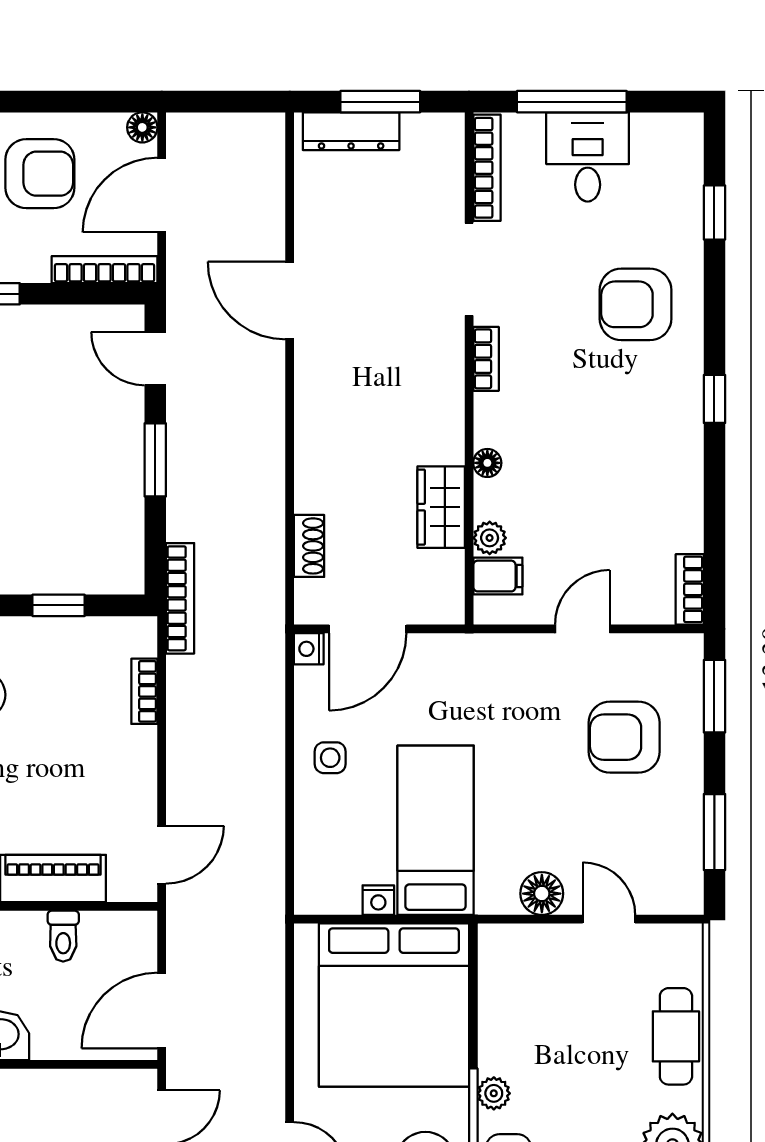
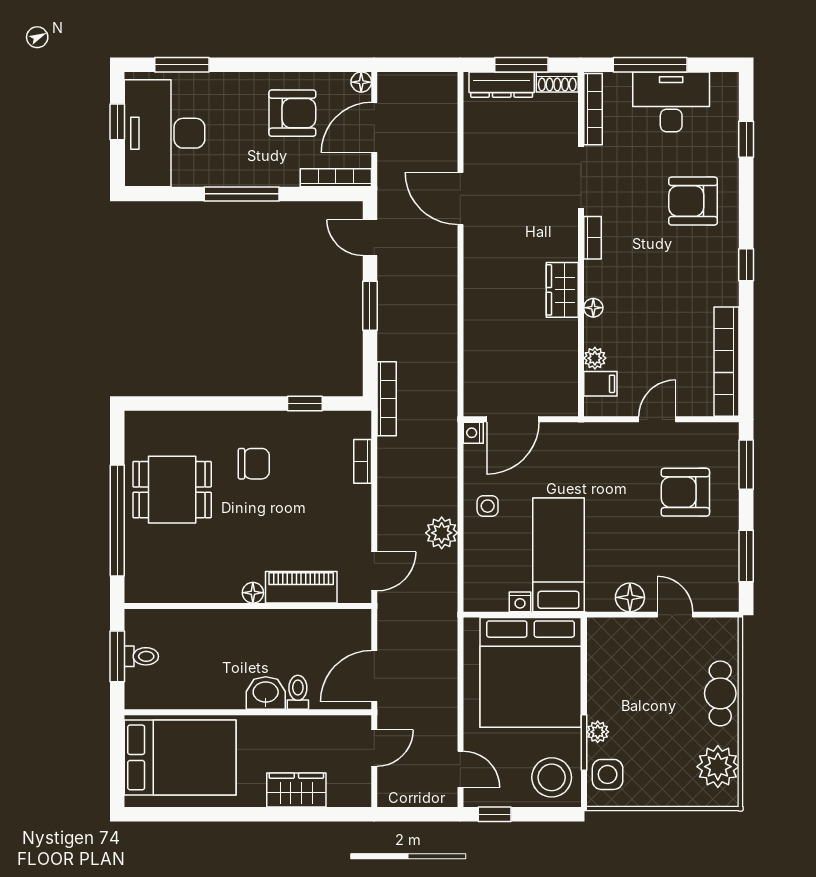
desk: (588, 157) -> (671, 102), width x1.37
wardrobe: (441, 507) -> (562, 290), moved
shoe rack: (309, 546) -> (557, 82), moved, turned 90
bookcase: (690, 589) -> (727, 362), width x2.31, depth x1.31
plant: (262, 798) -> (442, 533), added
toilet: (63, 936) -> (298, 692), moved, turned 180

